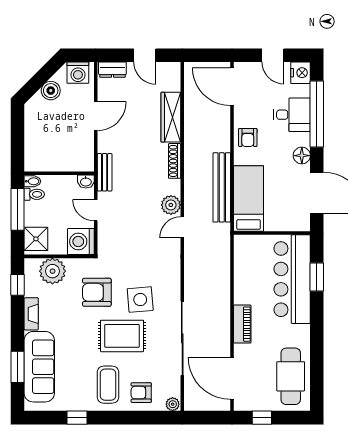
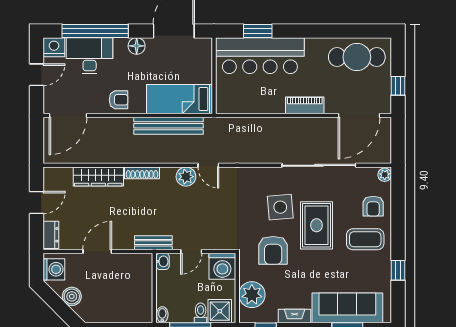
desk: (292, 115) -> (90, 56), width x1.37
door: (96, 116) -> (97, 252), hinge flipped
toilet: (34, 194) -> (201, 313), moved

